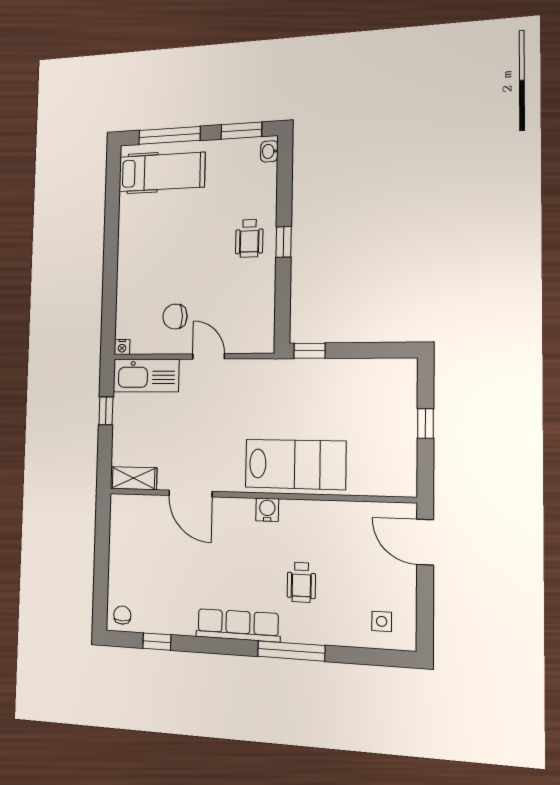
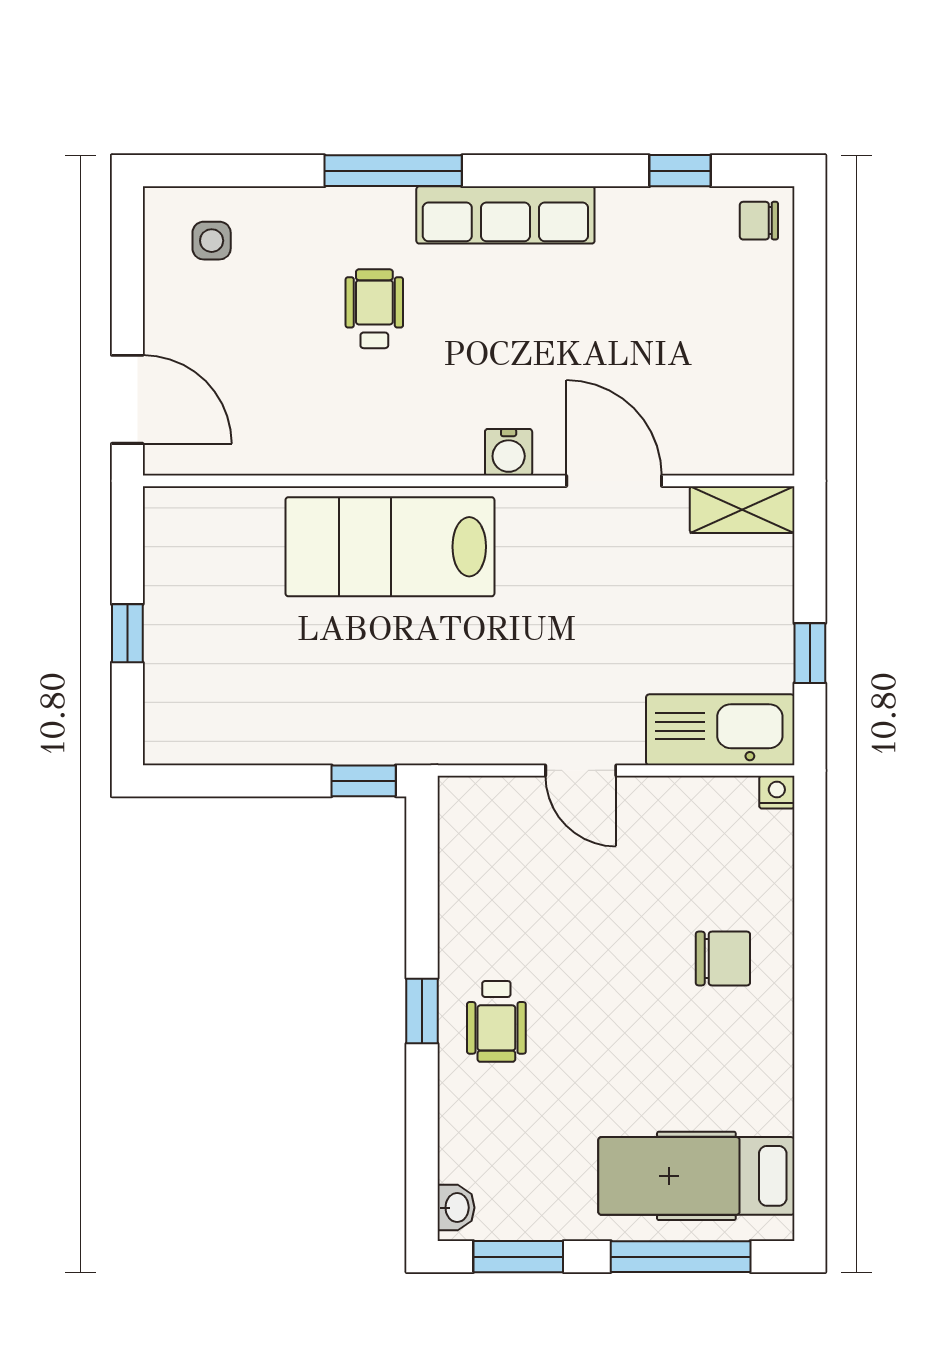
wheelchair: (249, 238) -> (496, 1021), turned 180
chair: (175, 317) -> (723, 958), moved
water cooler: (267, 510) -> (509, 452), moved
chair: (122, 615) -> (759, 221), turned 90

